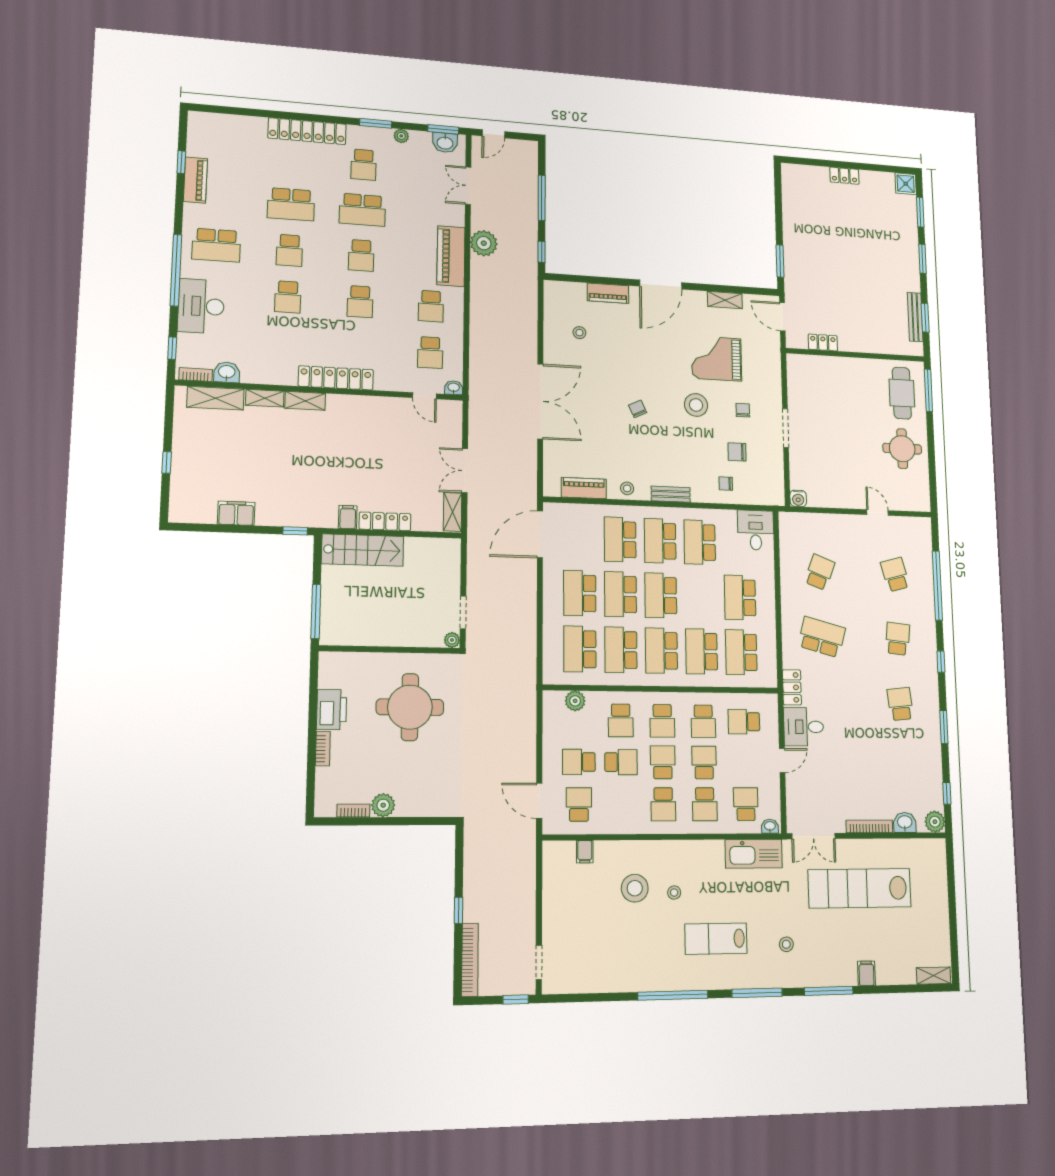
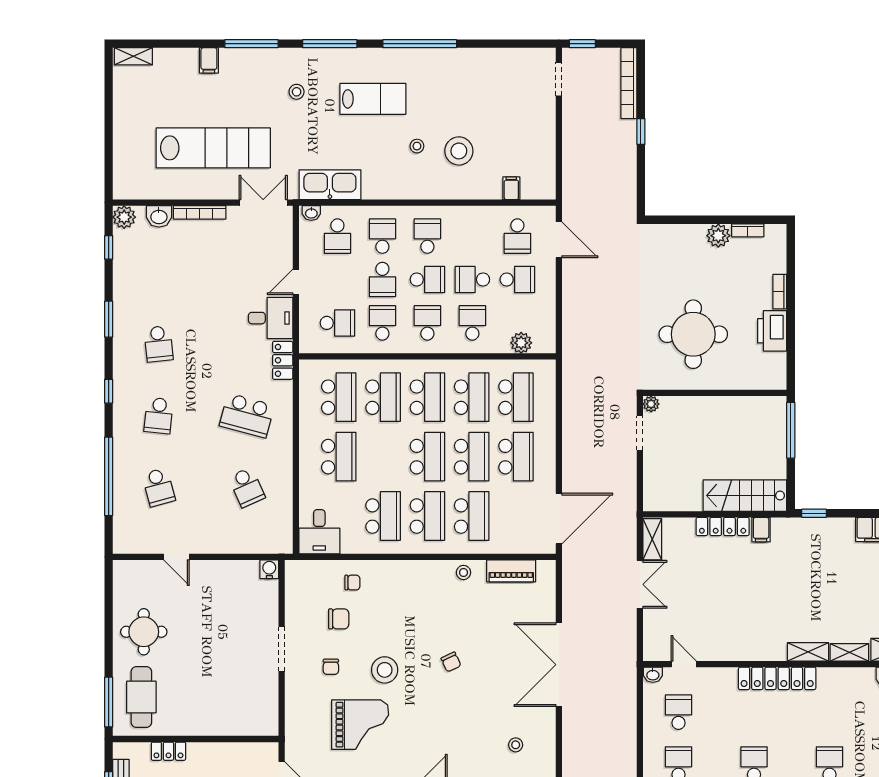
locker: (823, 343) -> (168, 751), moved
bench: (671, 494) -> (415, 568), removed
school desk: (820, 572) -> (247, 487), turned -45
school desk: (663, 762) -> (427, 280), turned -90

